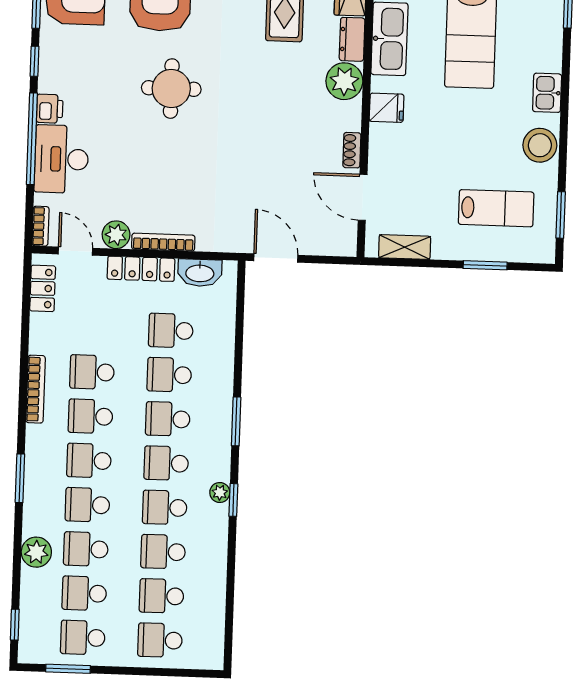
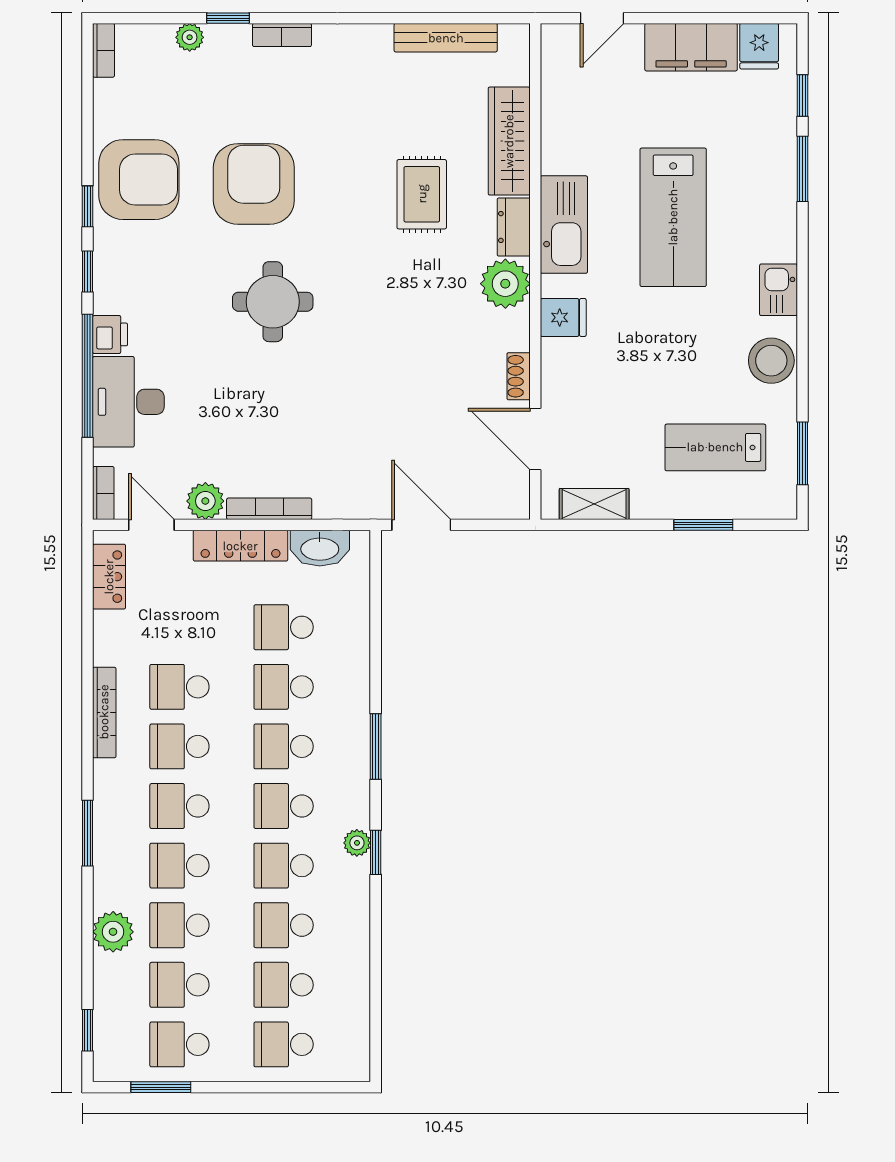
lab bench: (496, 208) -> (715, 447), turned 180

